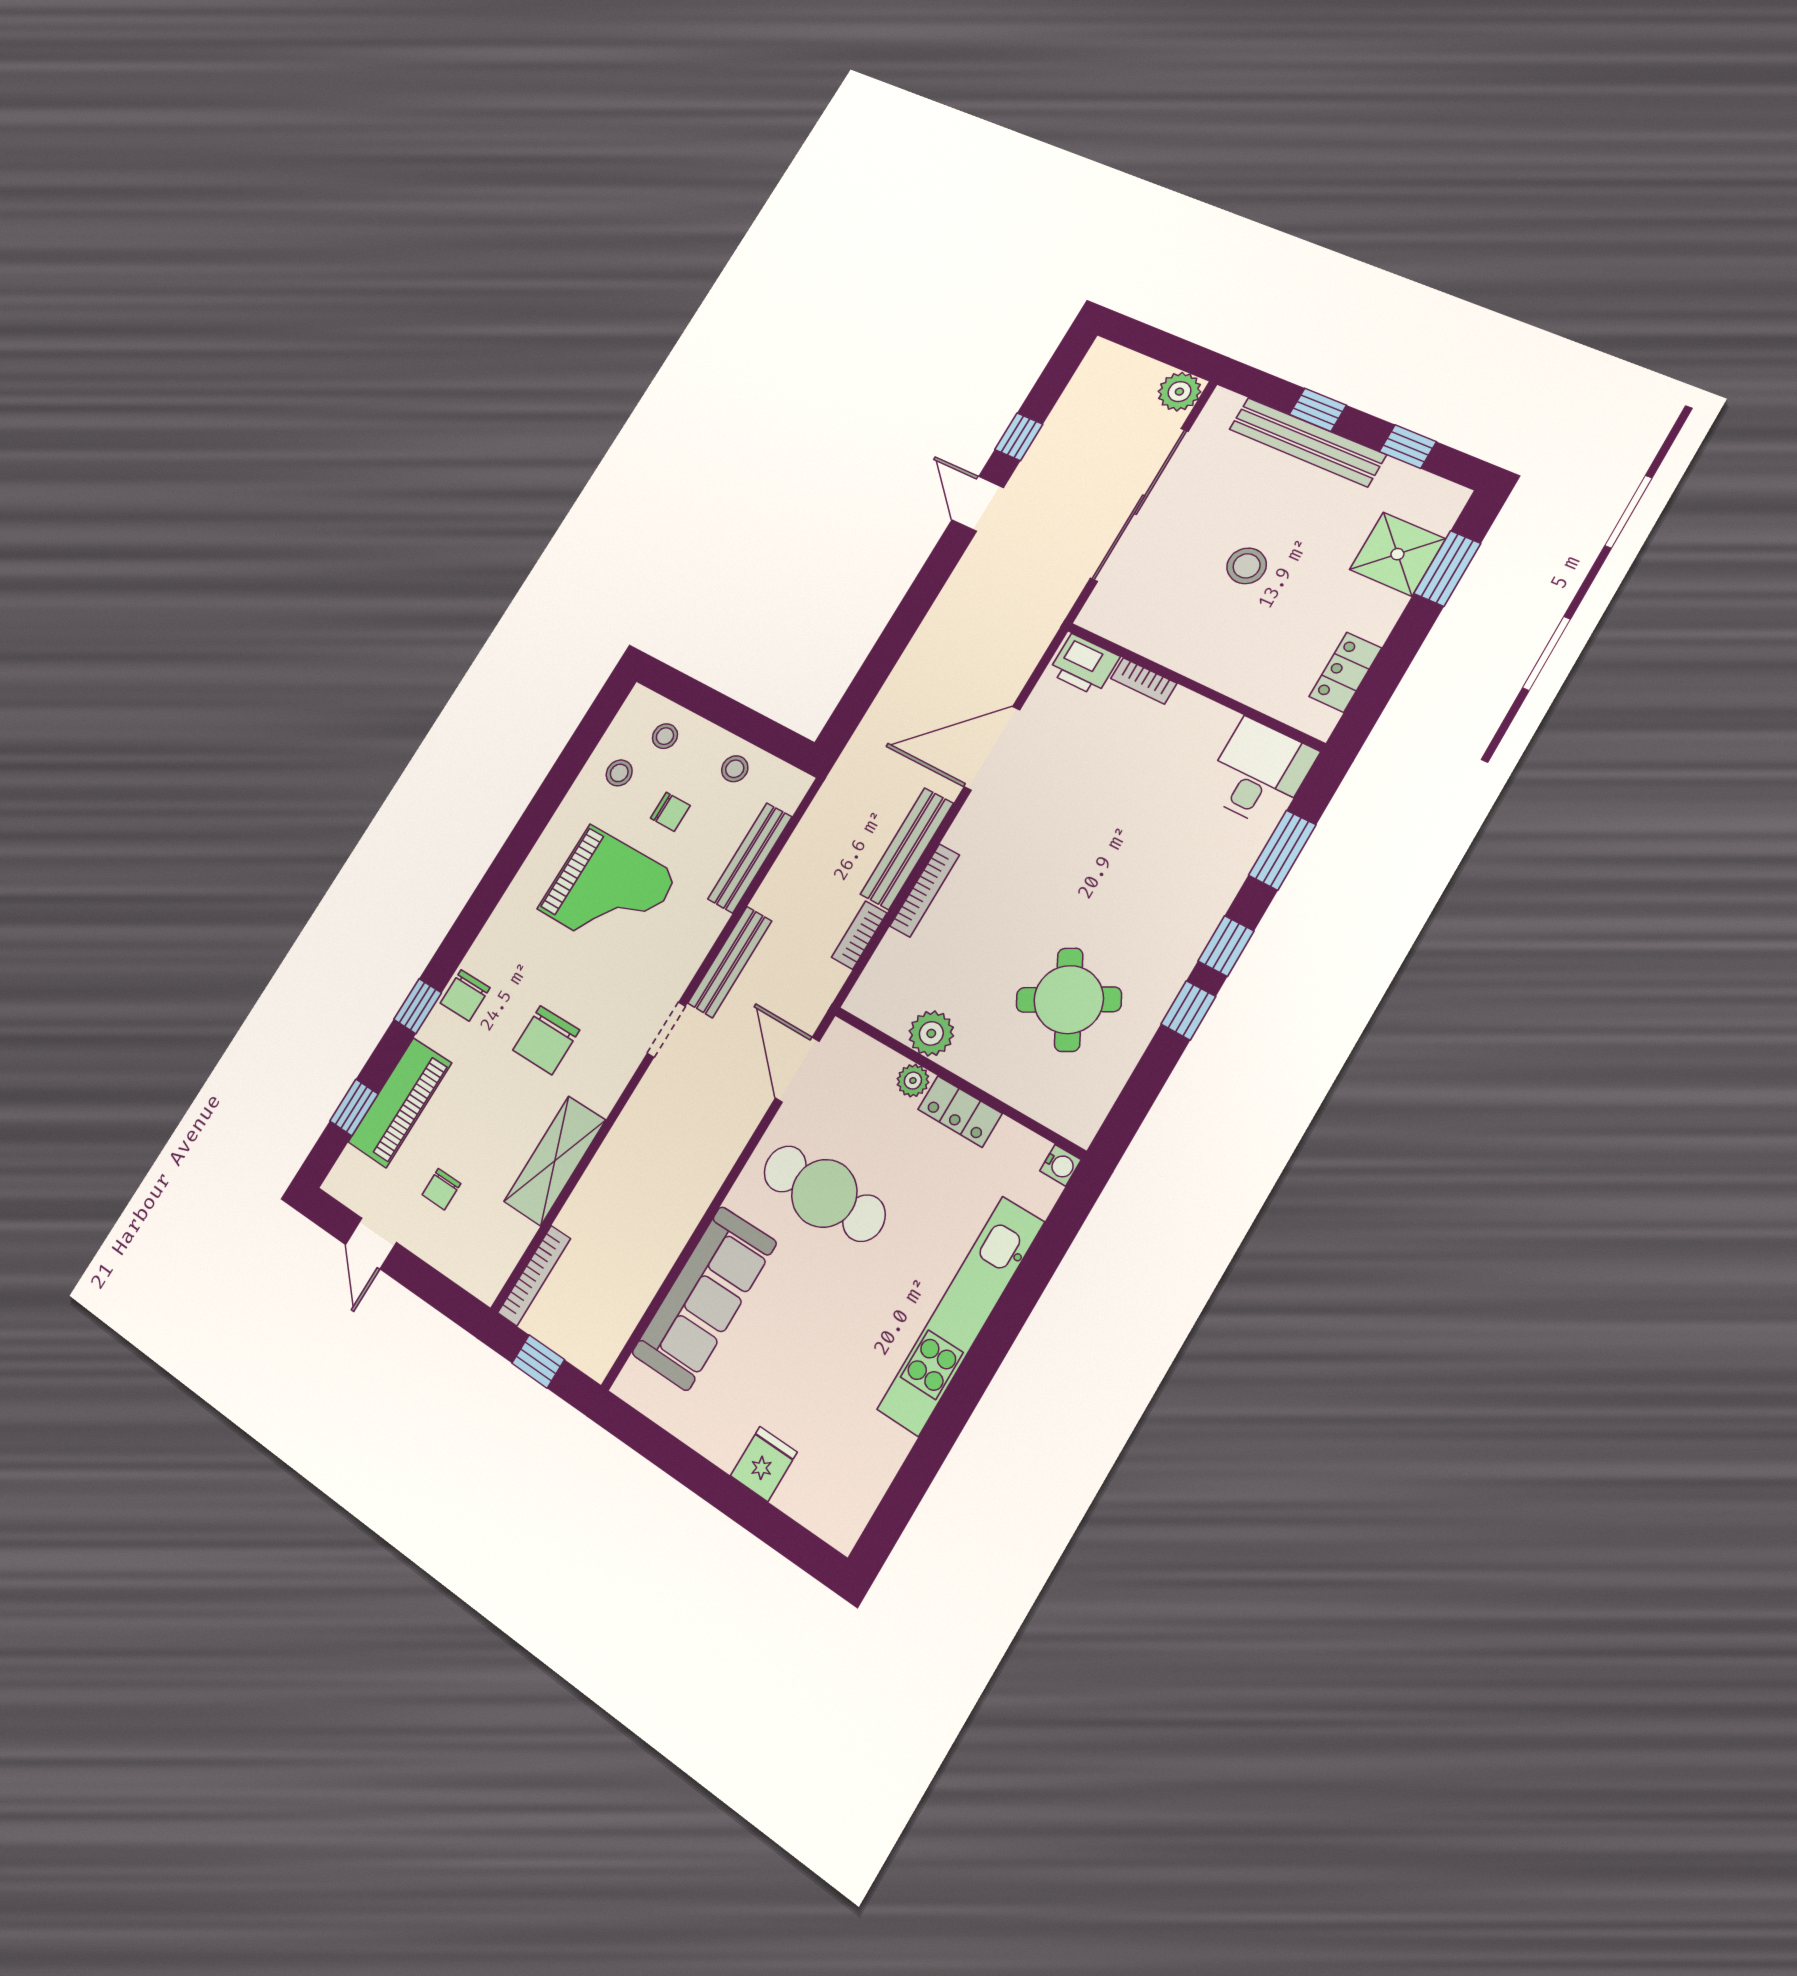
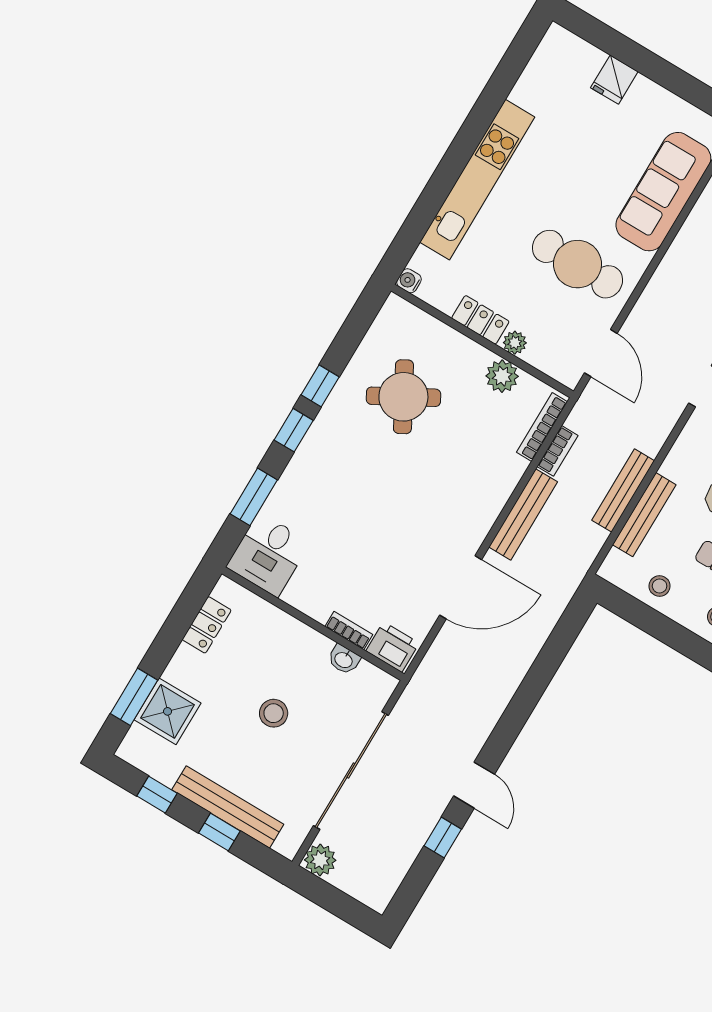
washbasin: (1150, 643) -> (344, 660), added
bookcase: (925, 890) -> (542, 427), moved
bench: (730, 962) -> (623, 491), moved

